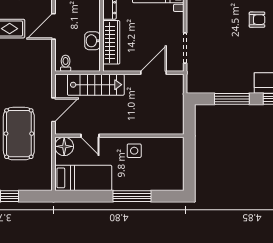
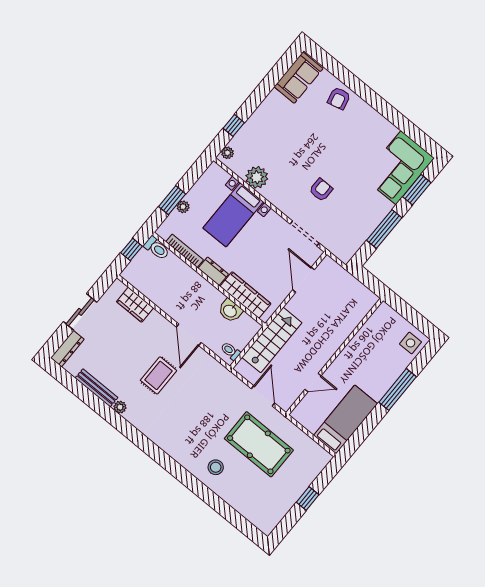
armchair: (257, 20) -> (321, 190), moved
floor lamp: (64, 146) -> (304, 413), removed
side table: (134, 151) -> (411, 343), moved

